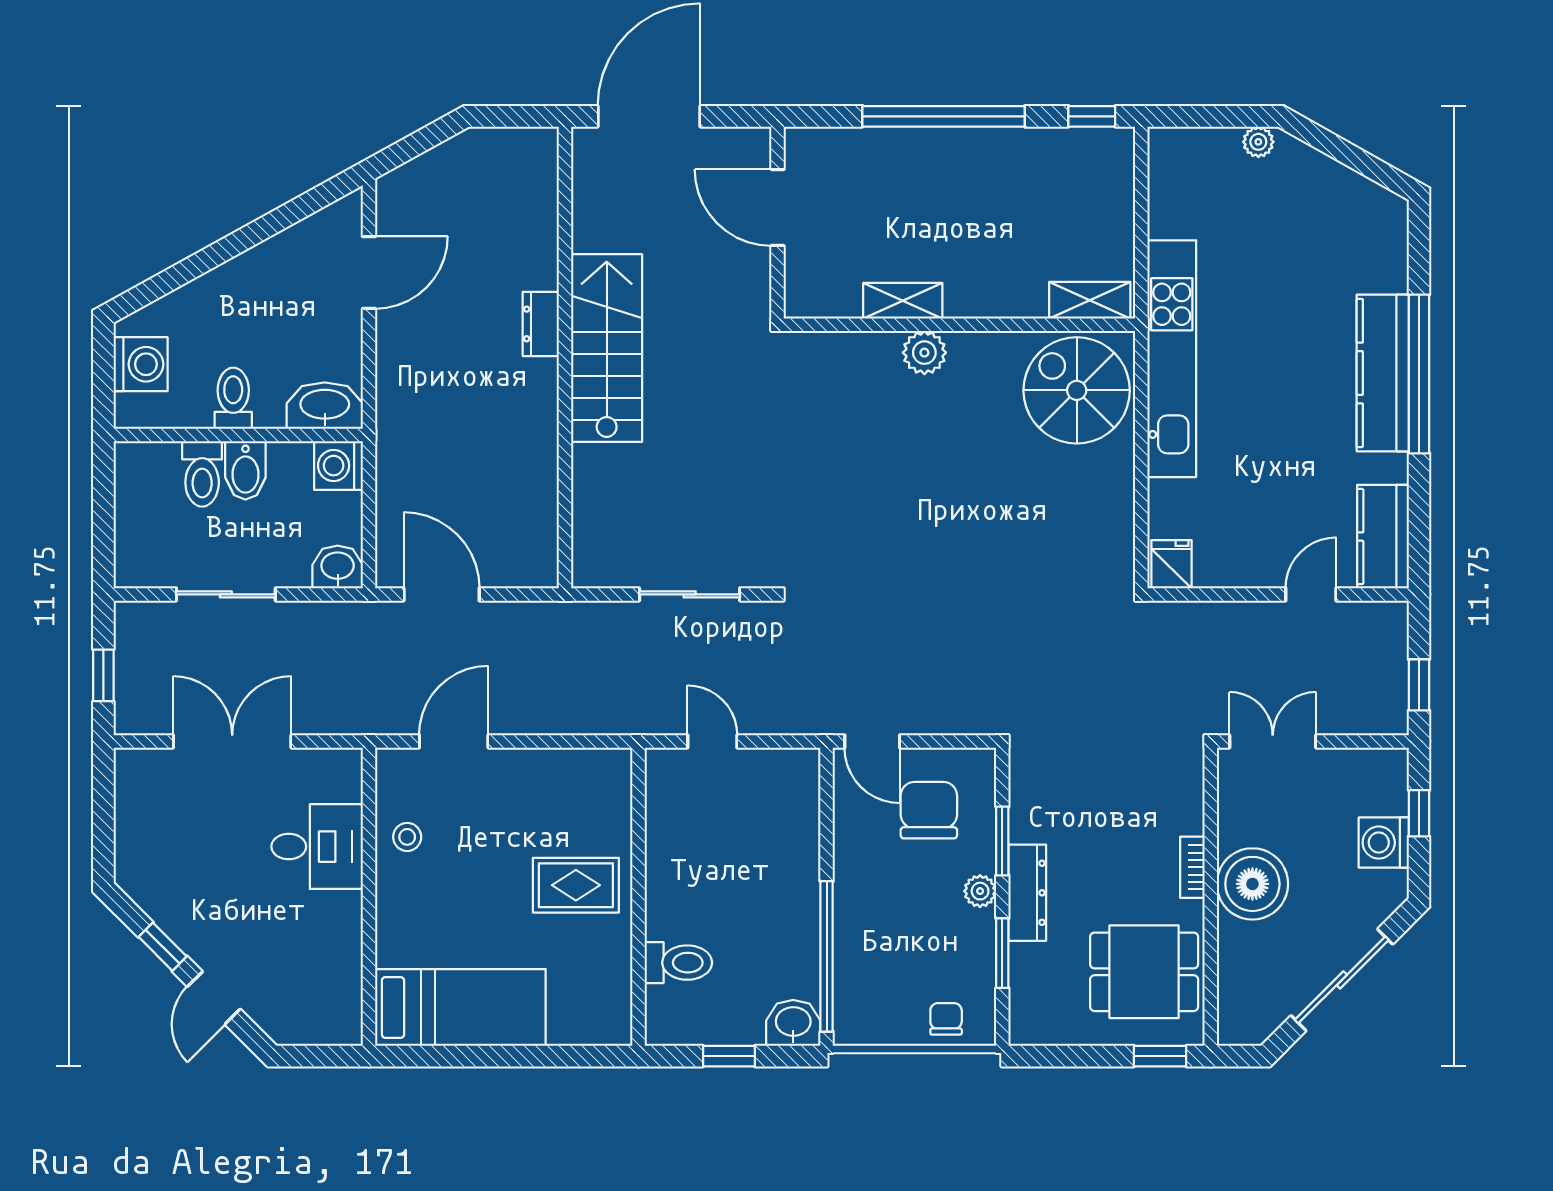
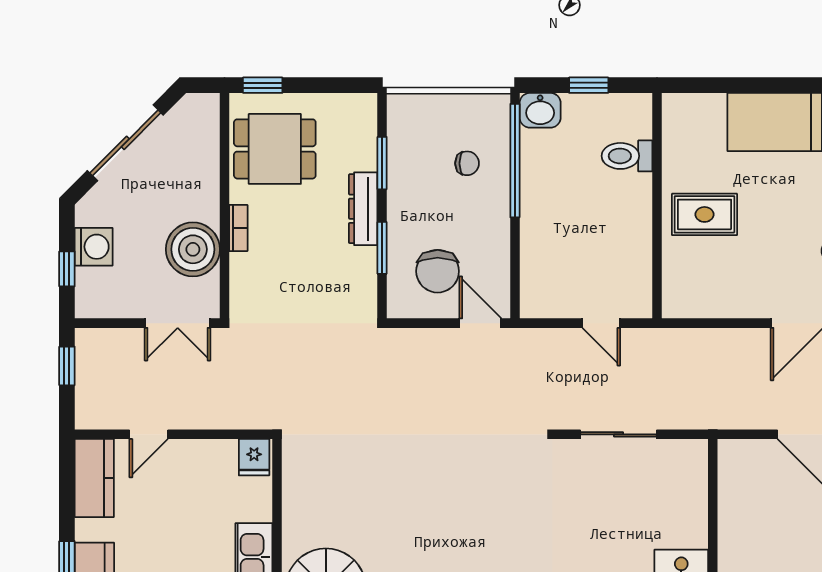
boiler: (1252, 884) -> (193, 249), moved
plant: (980, 891) -> (399, 210), removed
chair: (946, 1019) -> (467, 163), moved, turned -90

